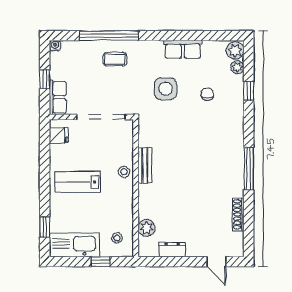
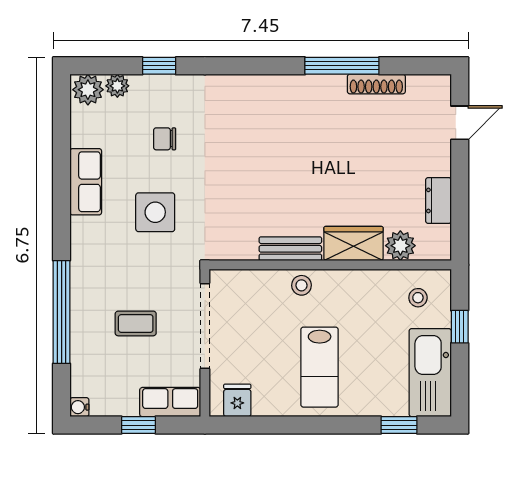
coffee table: (115, 59) -> (136, 323), moved, turned 90
window: (249, 169) -> (342, 66), moved
wardrobe: (148, 201) -> (353, 244), added

